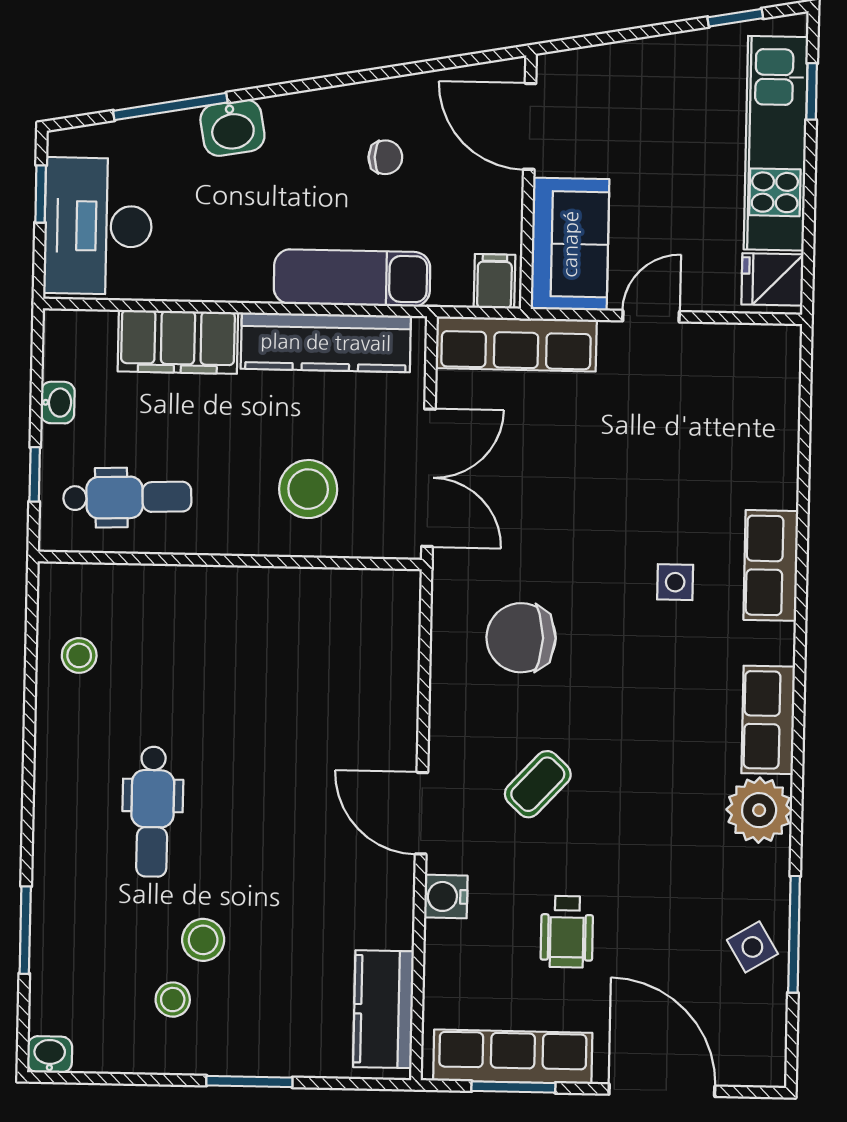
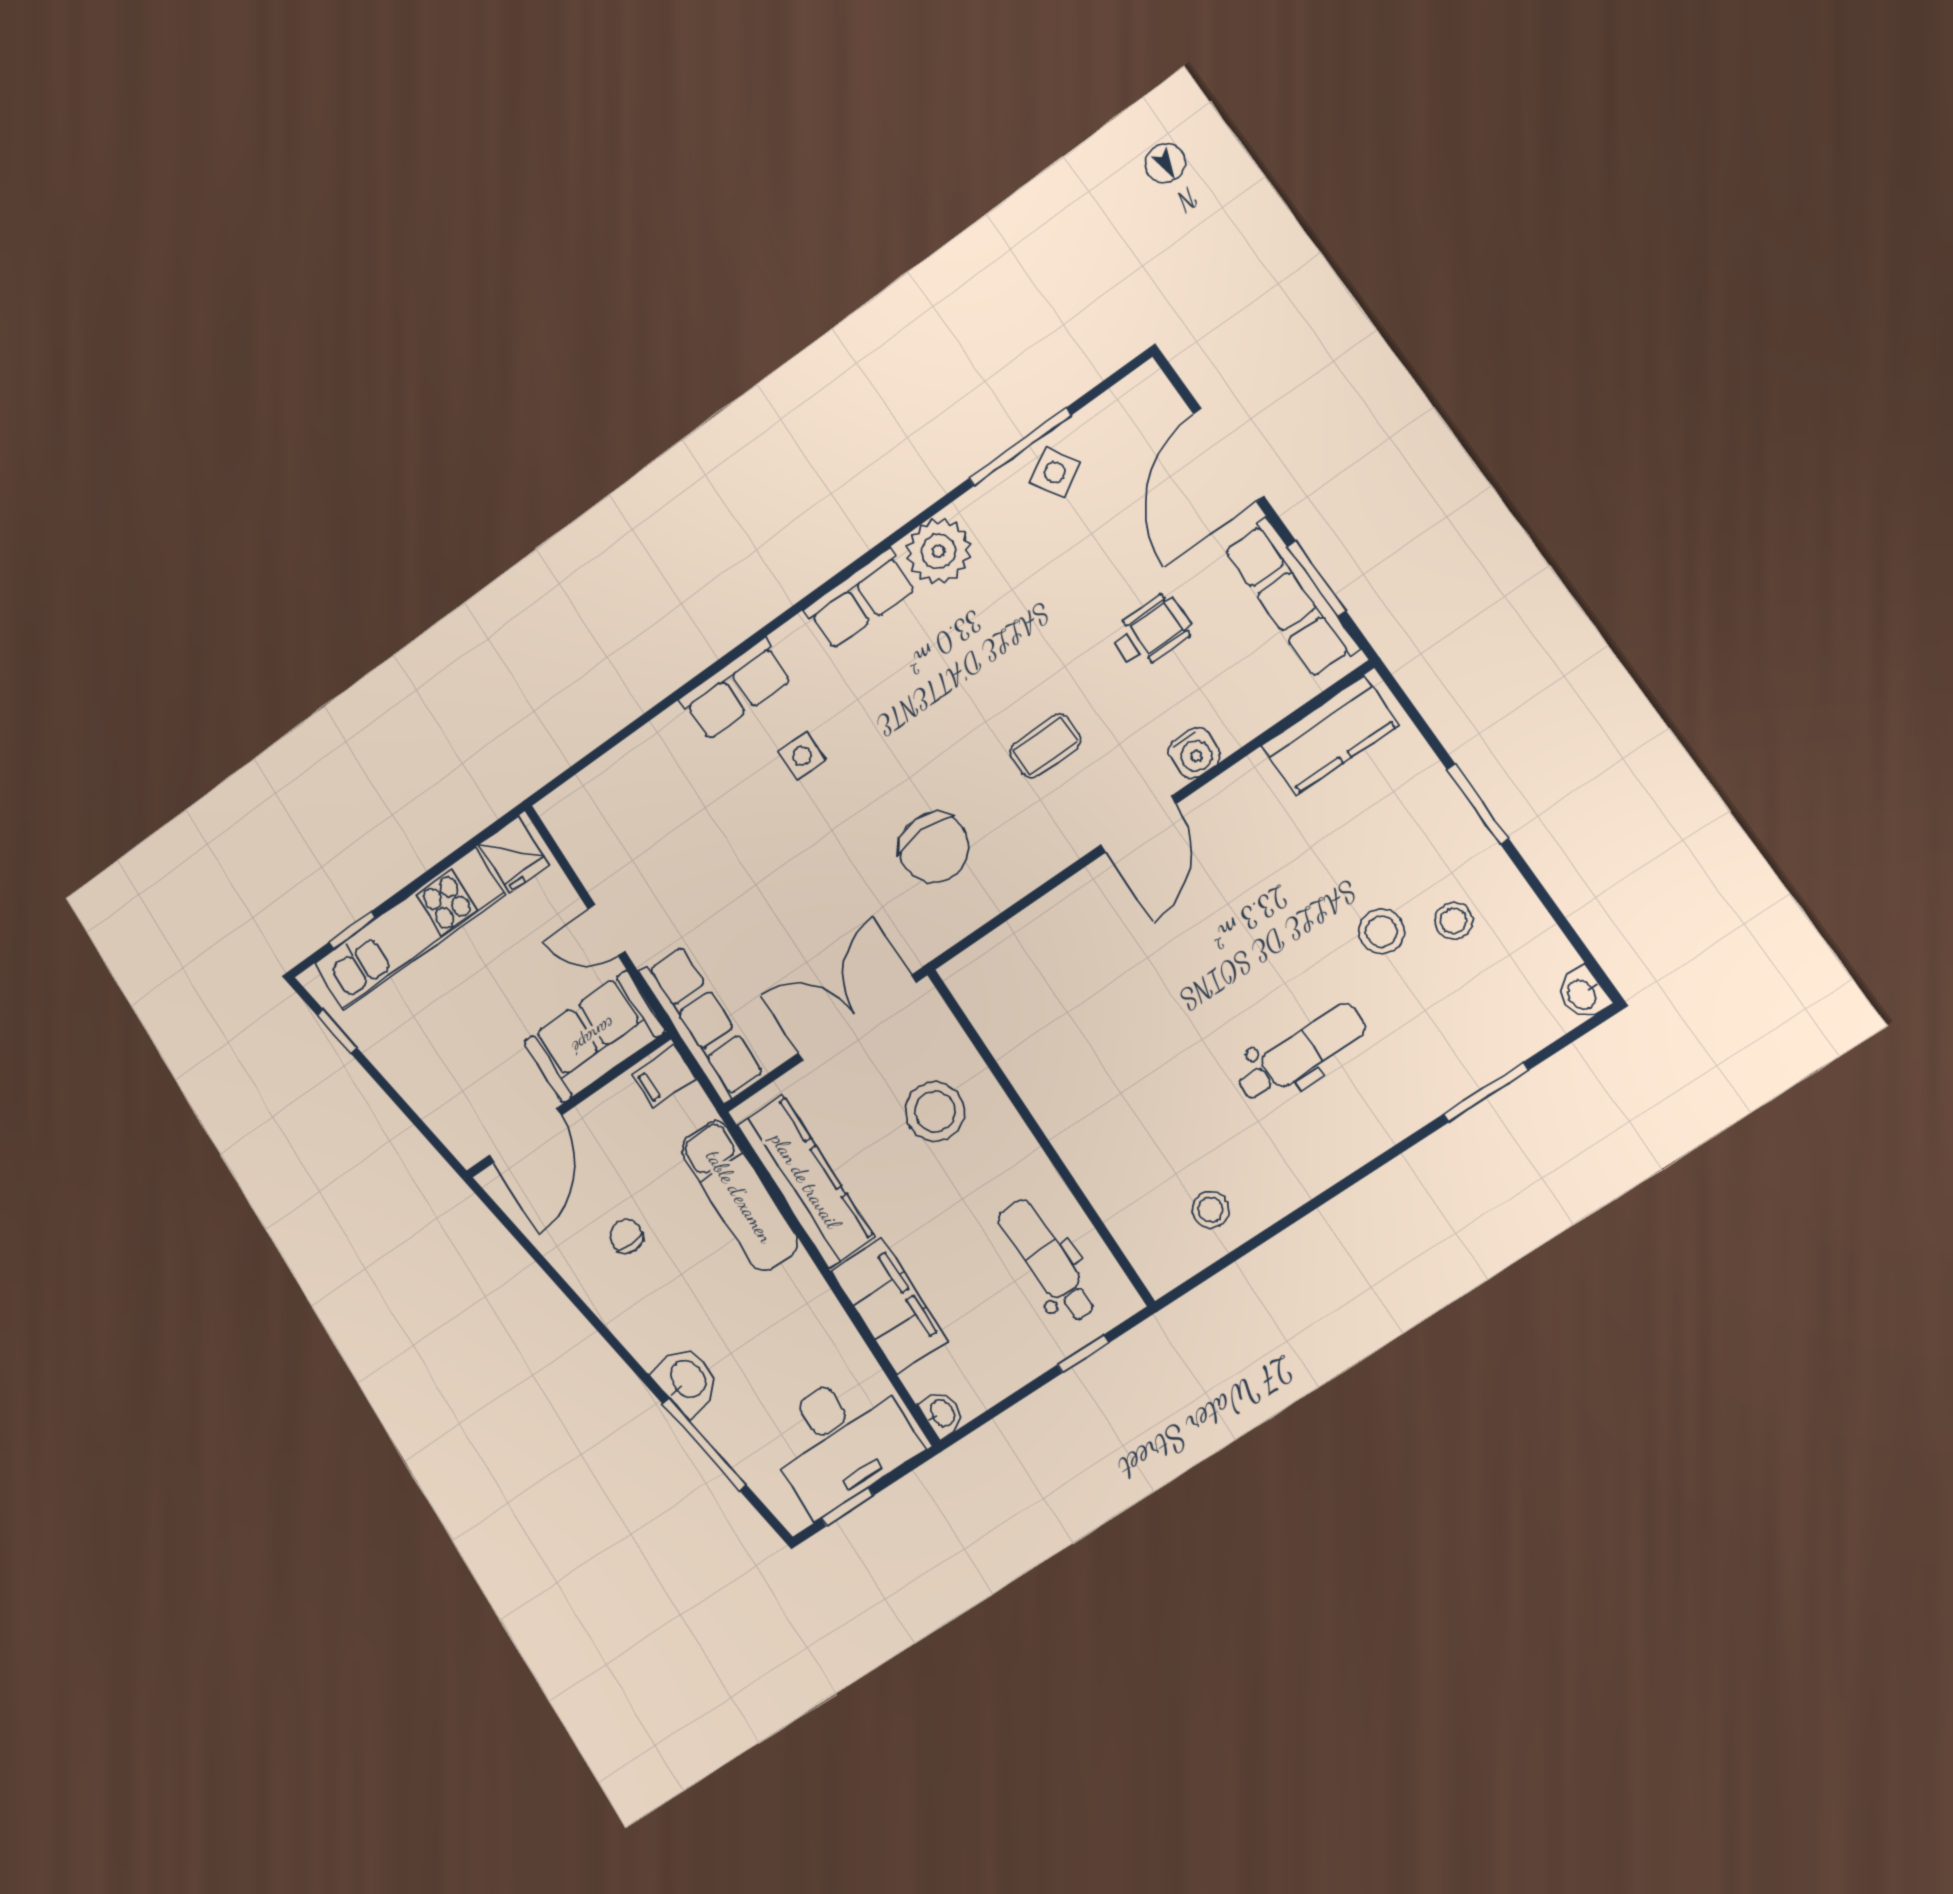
washbasin: (58, 403) -> (942, 1413), moved, turned 90
coffee table: (538, 784) -> (1045, 746), turned -43

